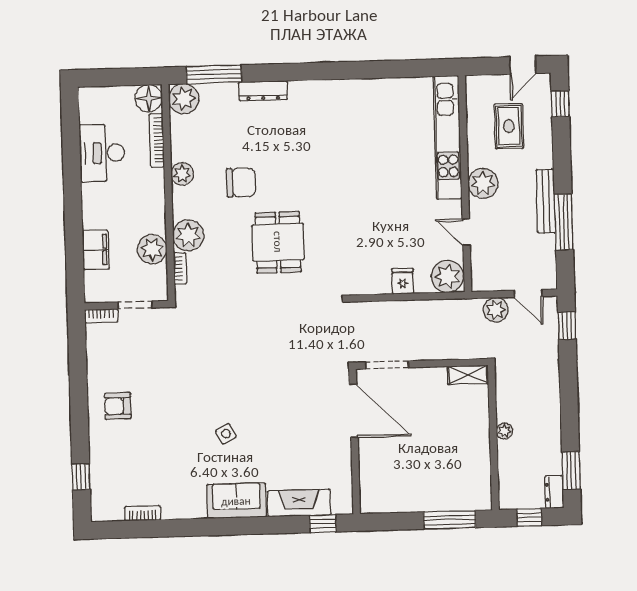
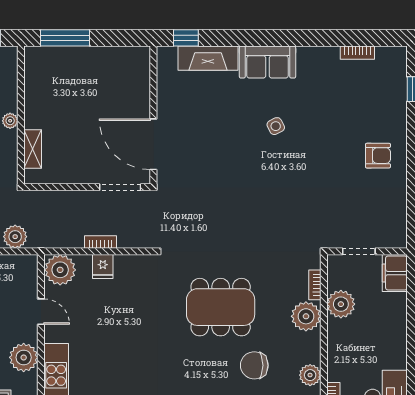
dining table: (278, 242) -> (221, 307), width x1.37
filing cabinet: (96, 250) -> (395, 273), moved
bookcase: (101, 316) -> (101, 242), moved
shelving: (468, 375) -> (33, 149), moved, turned 90

